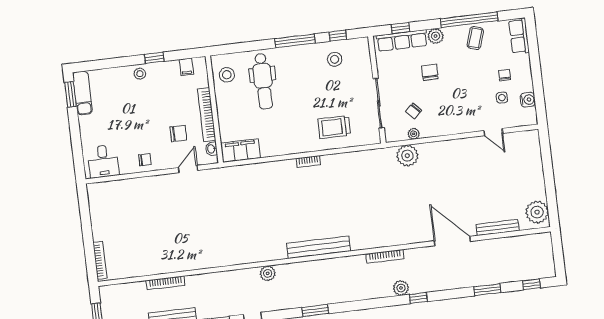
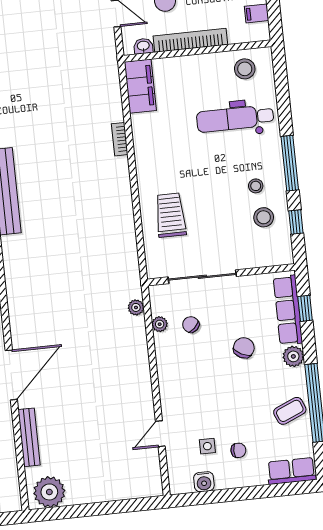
coffee table: (475, 38) -> (290, 411), turned -41
stool: (312, 65) -> (256, 186), added
chair: (430, 72) -> (244, 348), turned -63
plant: (407, 156) -> (136, 307), width x0.53, depth x0.53
bookcase: (308, 161) -> (120, 139), moved

